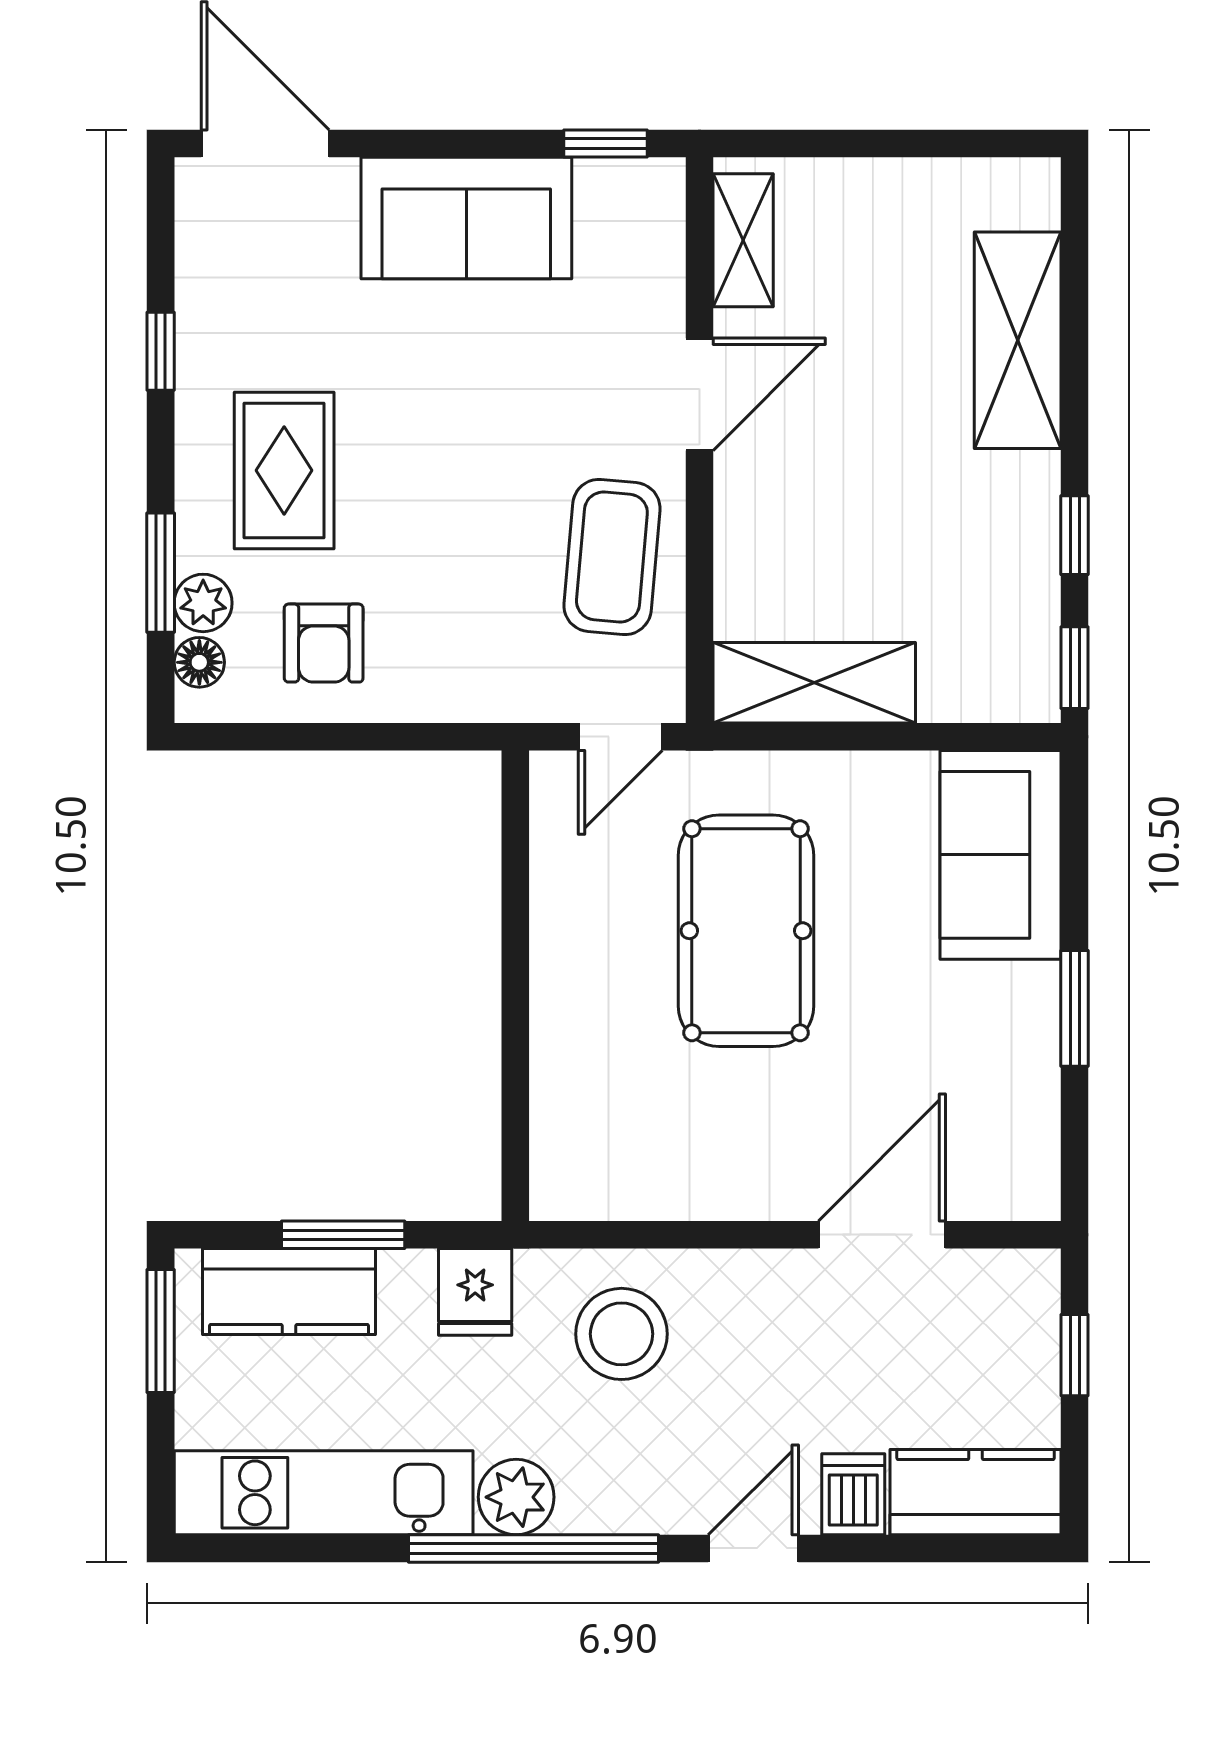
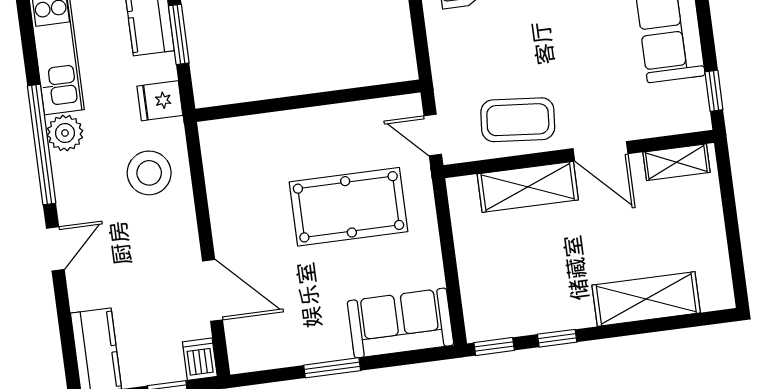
shelving: (814, 683) -> (528, 187), moved, turned 90
dishwasher: (853, 1494) -> (200, 359), moved, turned -90
door: (753, 1548) -> (55, 249), hinge flipped

